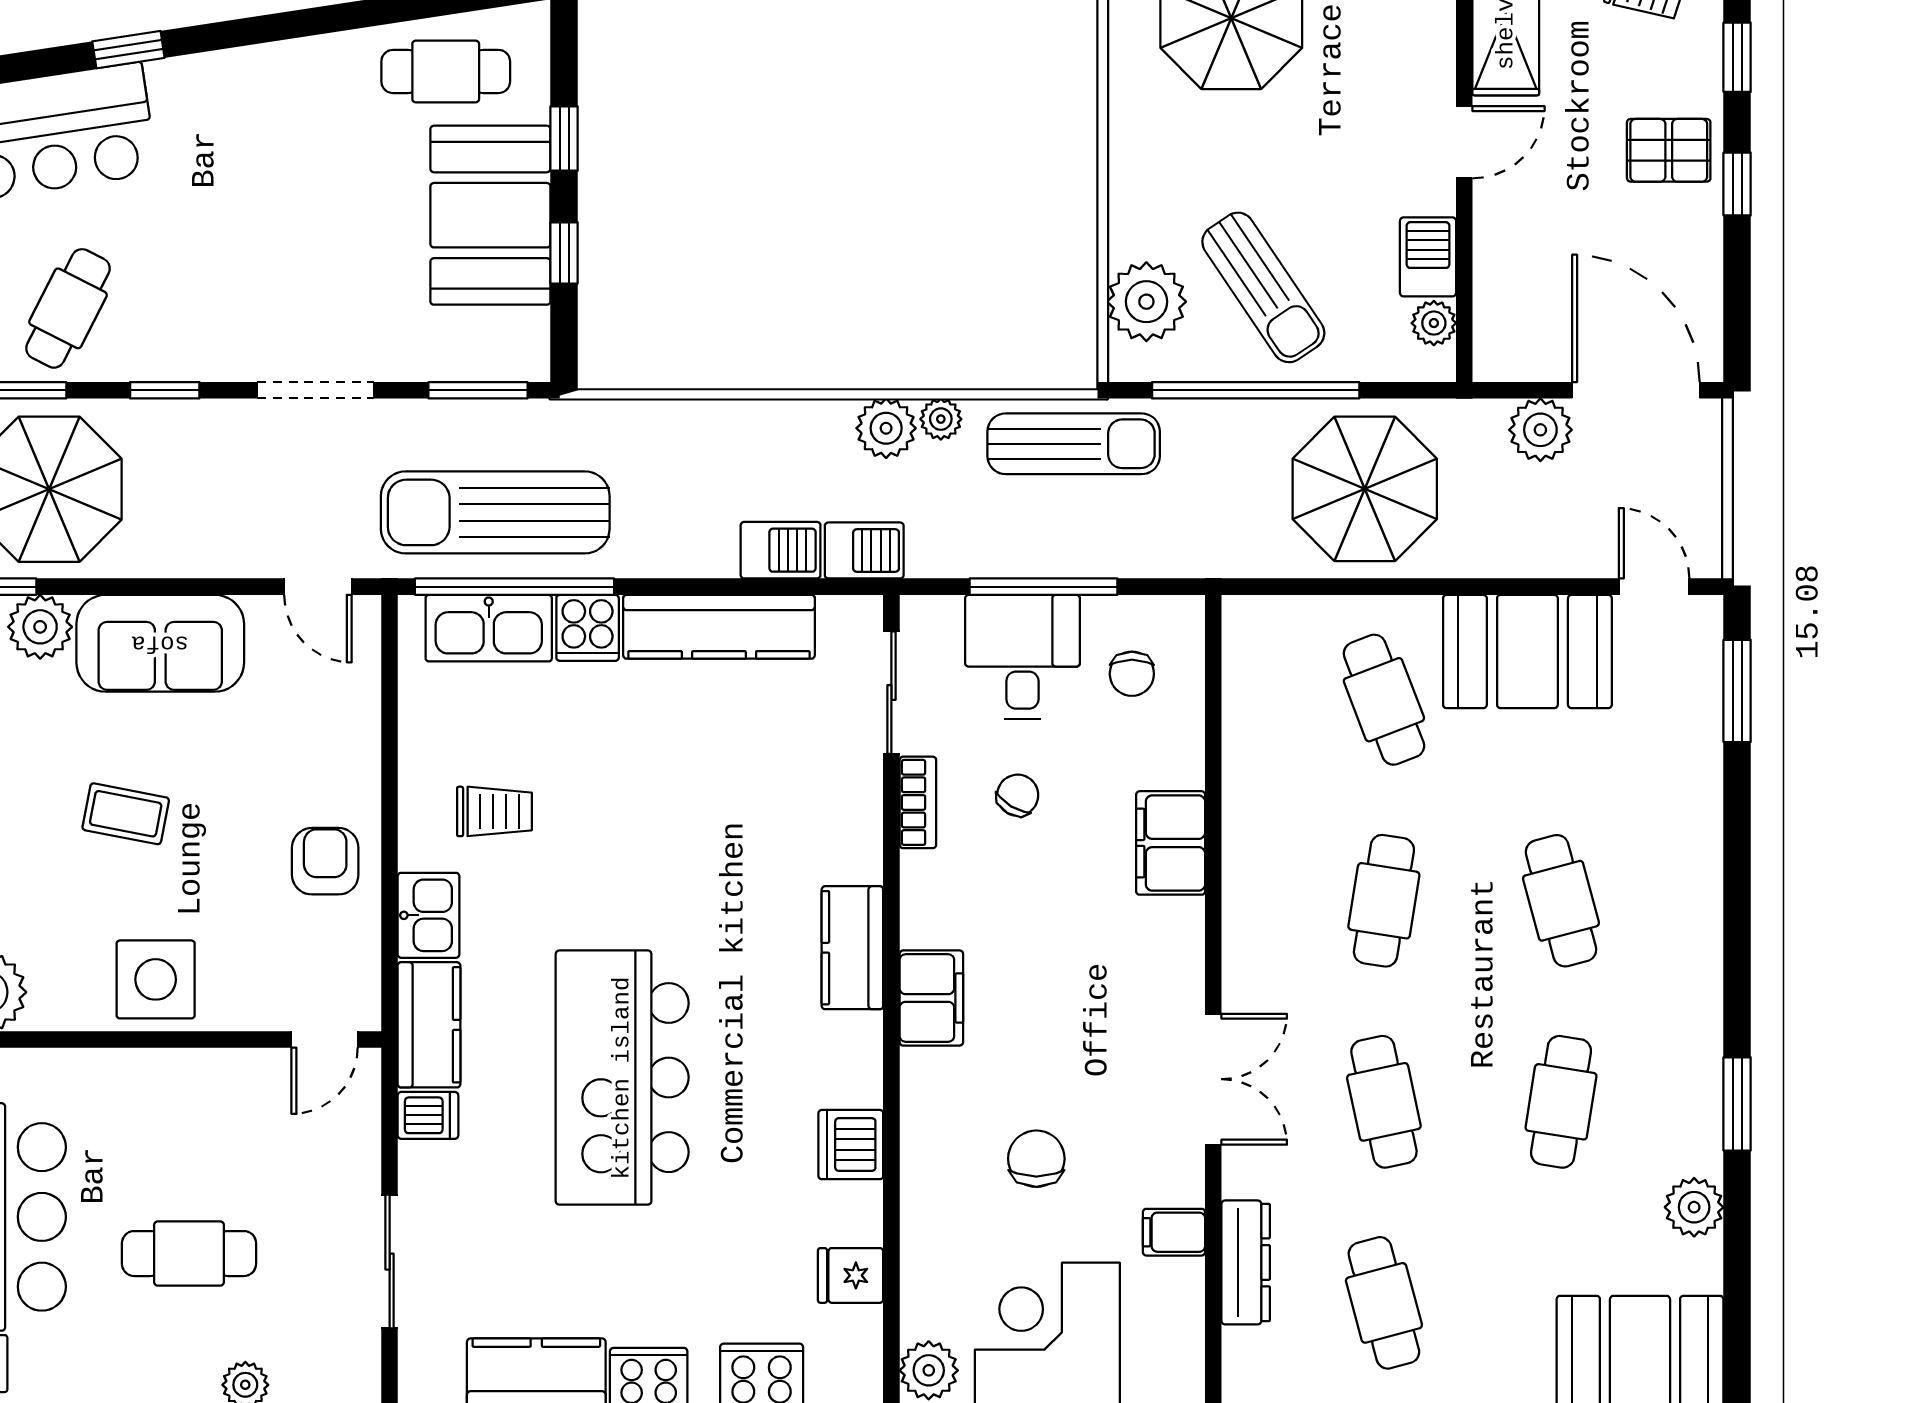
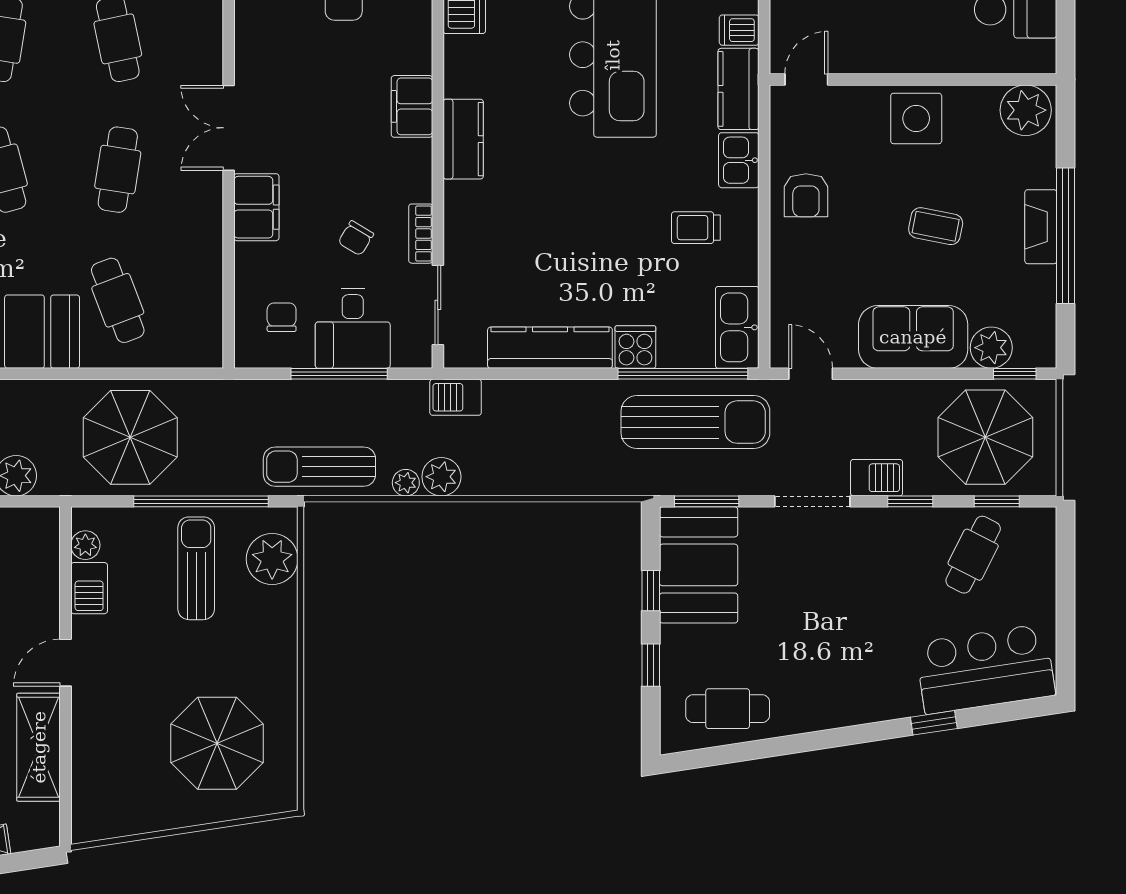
booth: (490, 215) -> (699, 565), moved
sun lounger: (1263, 287) -> (196, 568), turned 34
barbecue: (781, 550) -> (877, 478), moved, turned 180
kitchen sink: (489, 628) -> (737, 327), moved, turned -90
double door: (1213, 1079) -> (229, 128), moved

